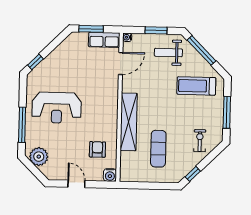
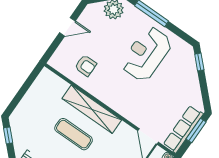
row of seats: (104, 40) -> (183, 129), width x1.48
exercise mat: (158, 149) -> (74, 134), moved
water cooler: (110, 175) -> (56, 62), removed

